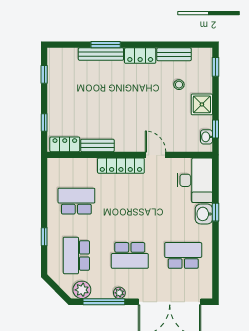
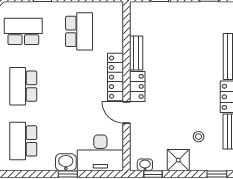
locker: (65, 144) -> (137, 86), moved
door: (155, 155) -> (127, 112), swing flipped
school desk: (183, 255) -> (23, 141), turned 180

